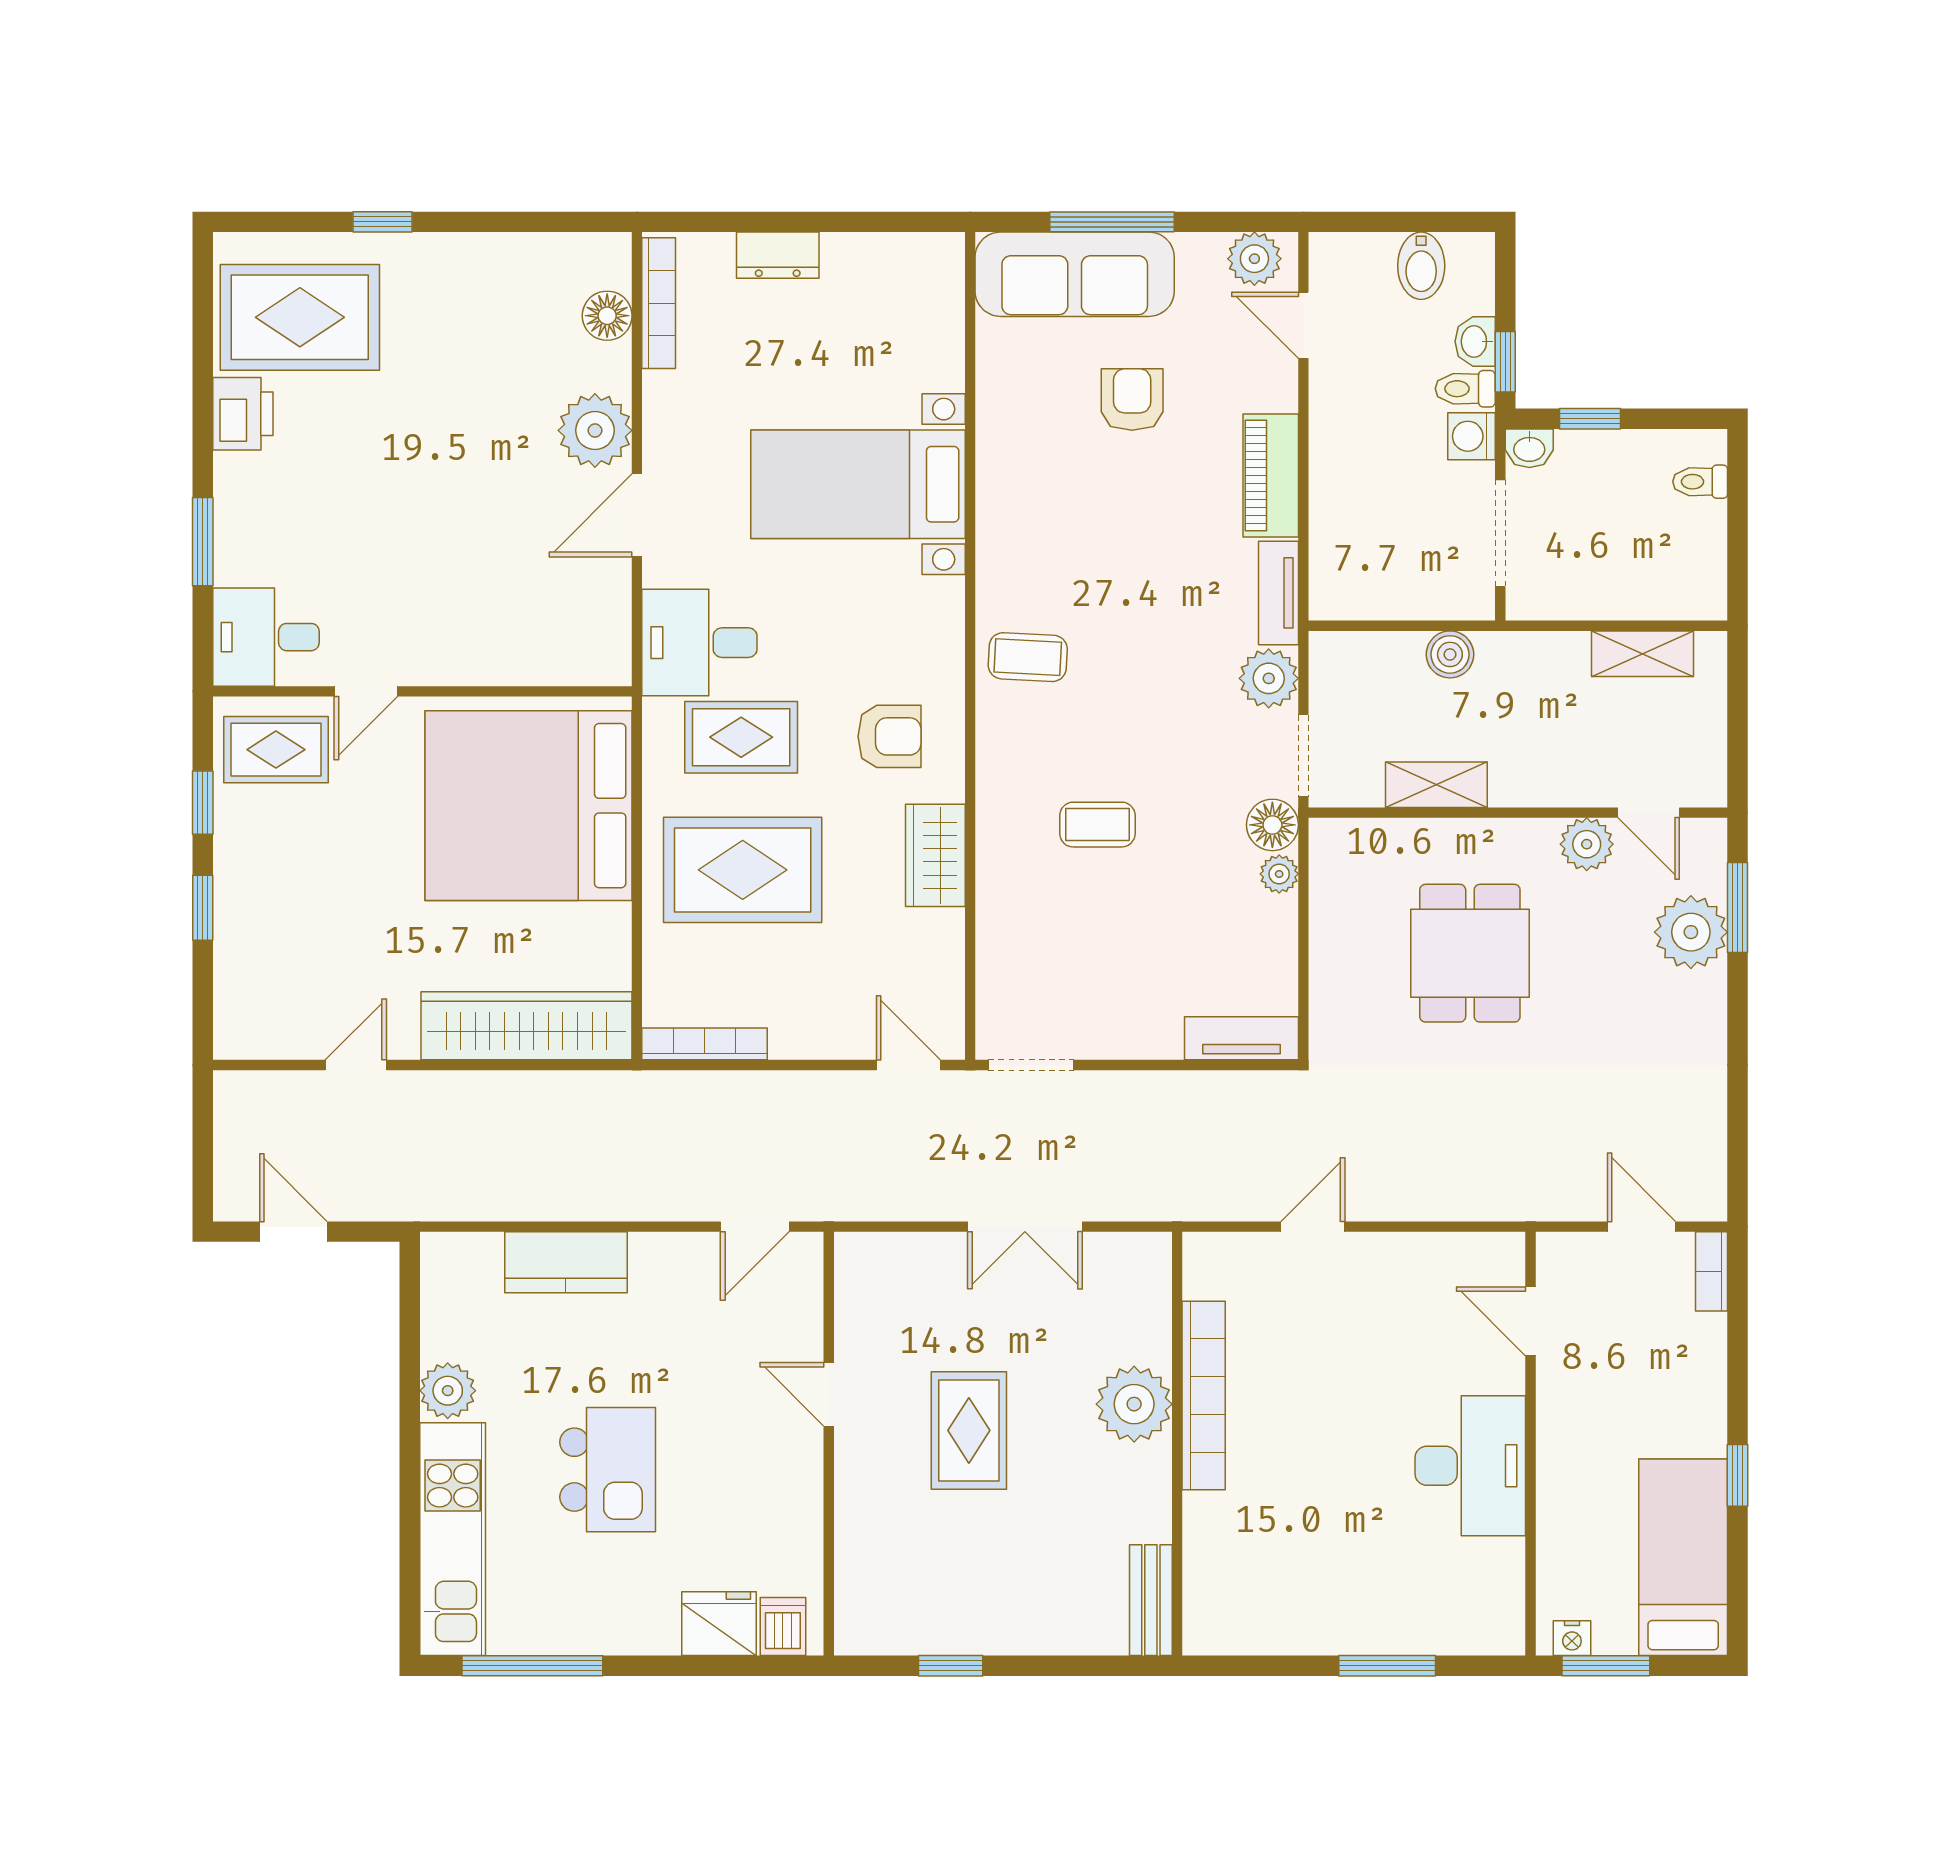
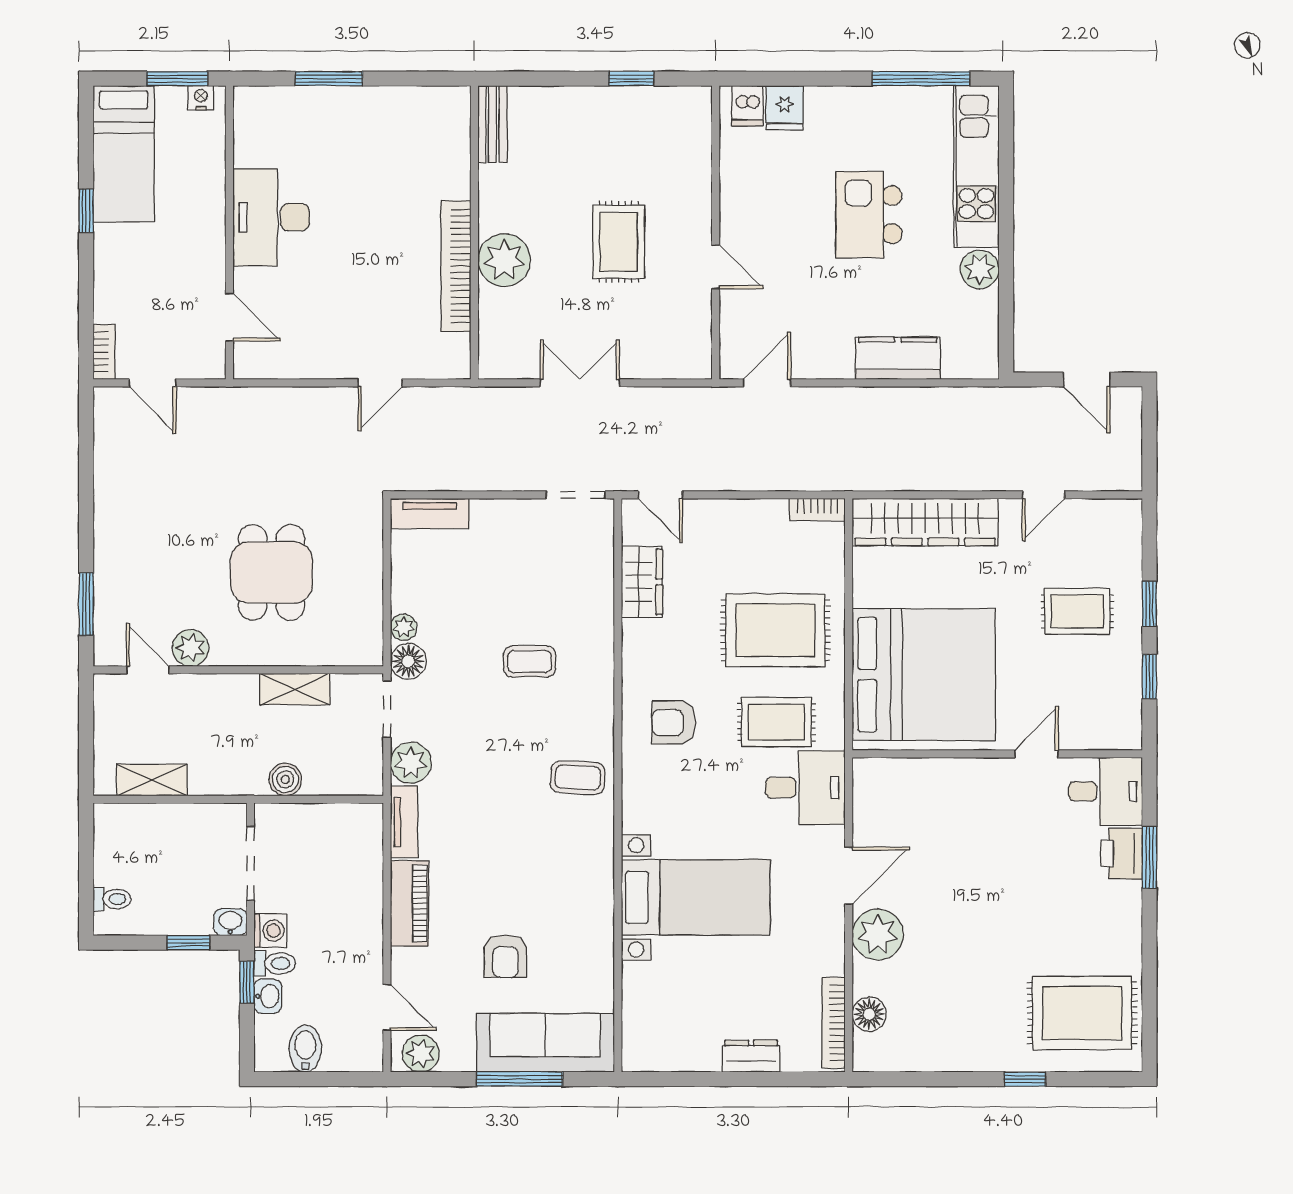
printer: (243, 414) -> (1122, 854), moved
rug: (276, 750) -> (1077, 611), moved
wardrobe: (935, 855) -> (642, 582), moved
plant: (1691, 932) -> (118, 587), removed
bookcase: (705, 1044) -> (817, 510), width x0.64
fridge: (719, 1624) -> (785, 108), width x0.72

